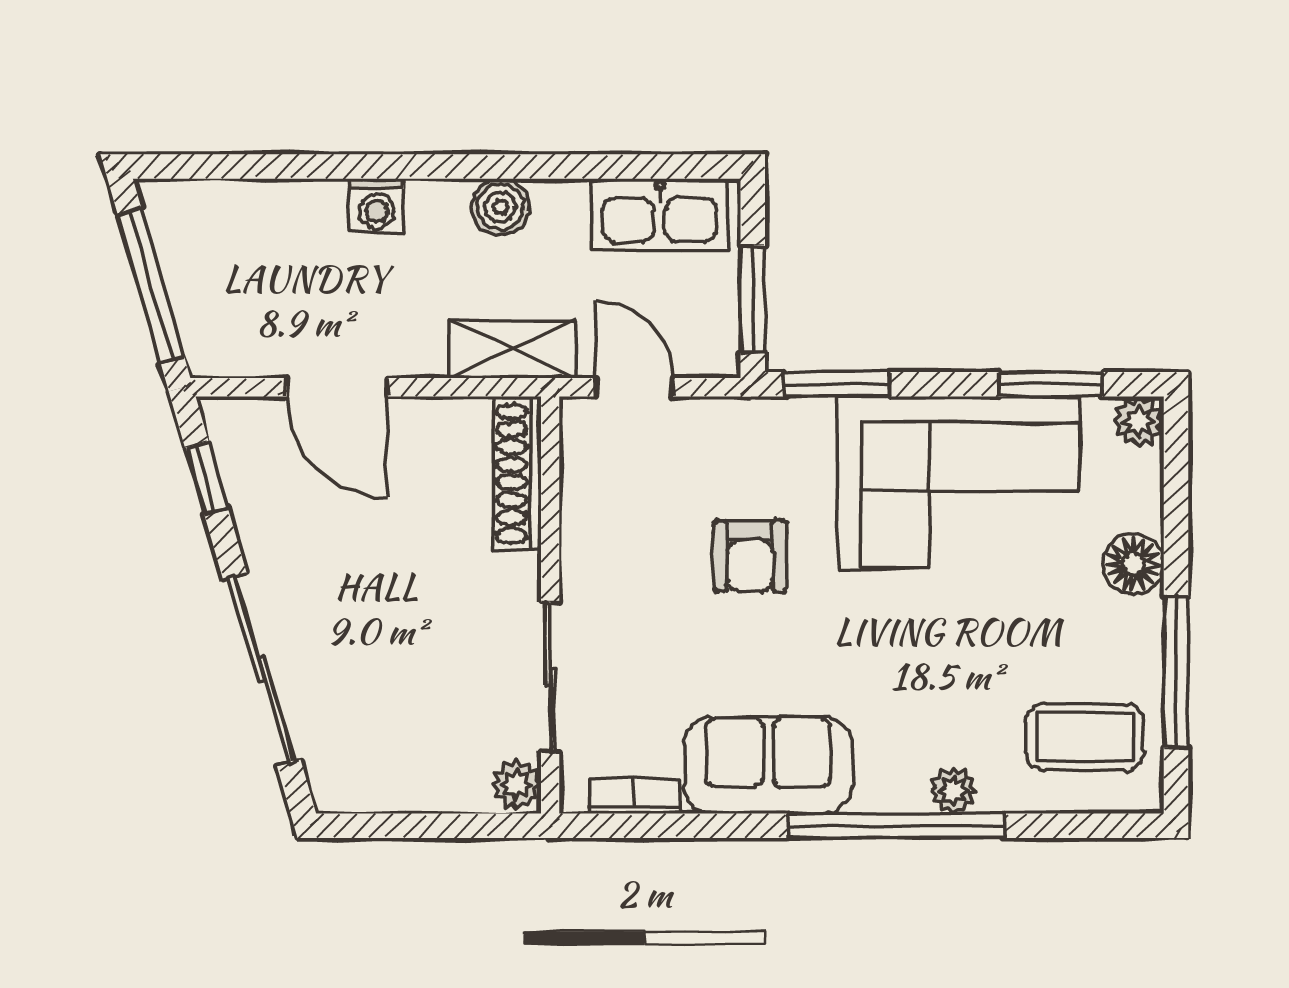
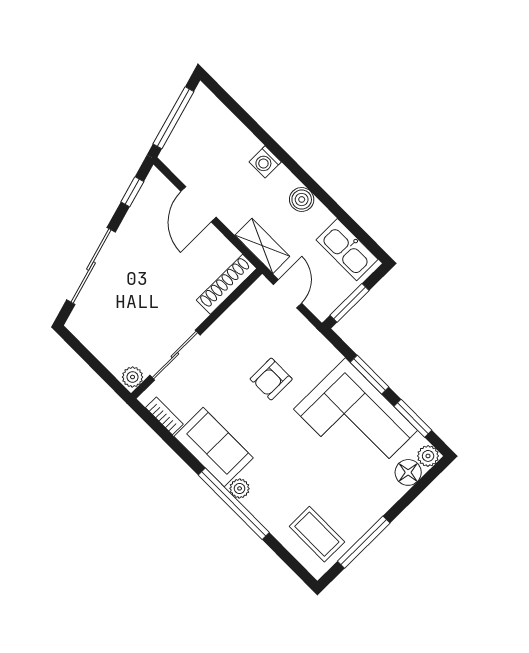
window: (837, 384) -> (370, 375), moved
floor lamp: (1133, 564) -> (408, 472), moved
plant: (953, 791) -> (240, 488), moved

